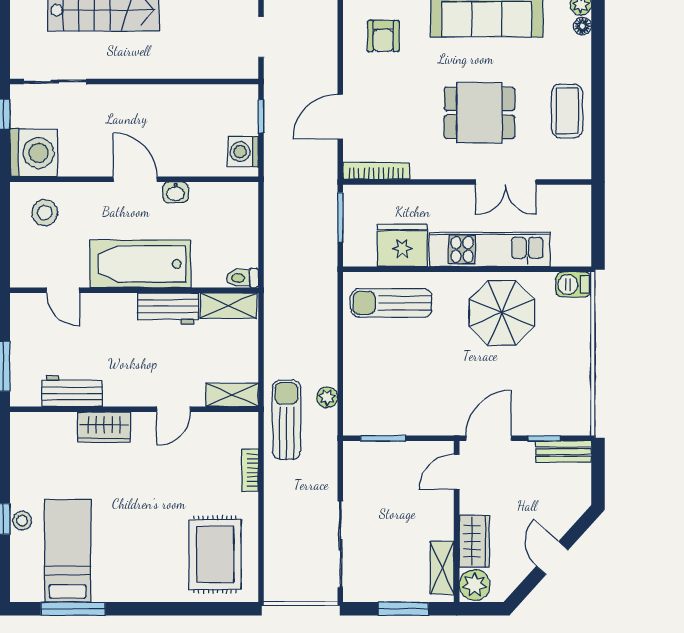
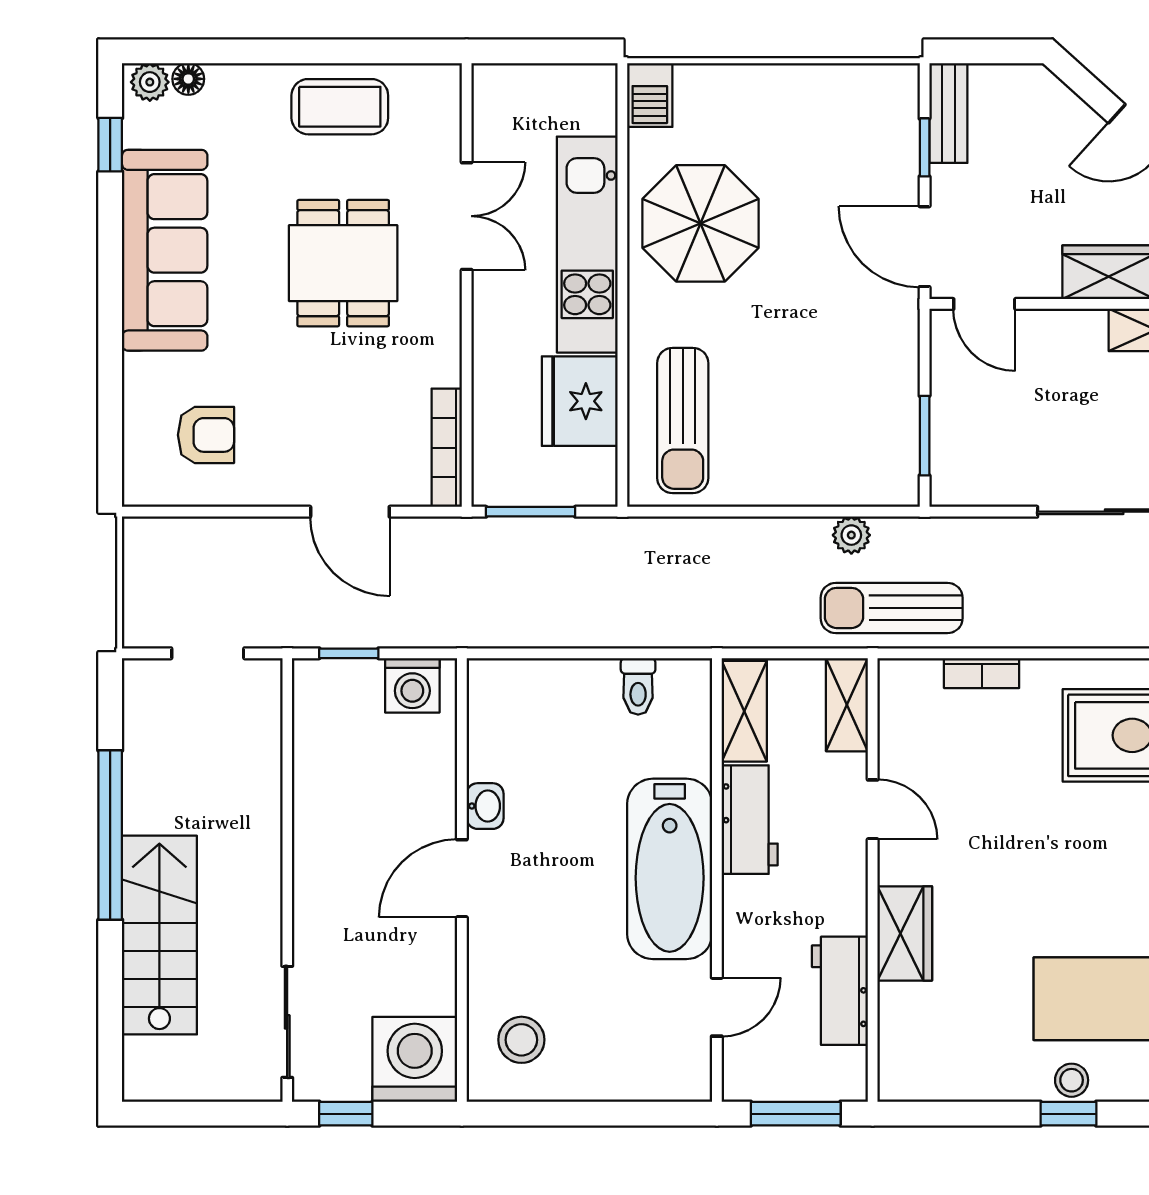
bathtub: (140, 264) -> (670, 869), moved
door: (63, 290) -> (717, 1007), moved
wall: (134, 290) -> (717, 880), moved
shelving: (229, 306) -> (744, 711), moved
workbench: (168, 309) -> (750, 820), moved

